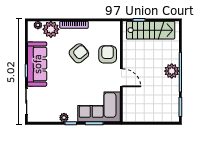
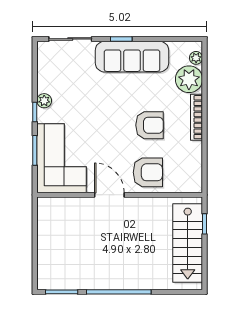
armchair: (79, 53) -> (150, 125), turned -51
plant: (172, 71) -> (121, 278), removed
door: (121, 78) -> (109, 195), swing flipped

